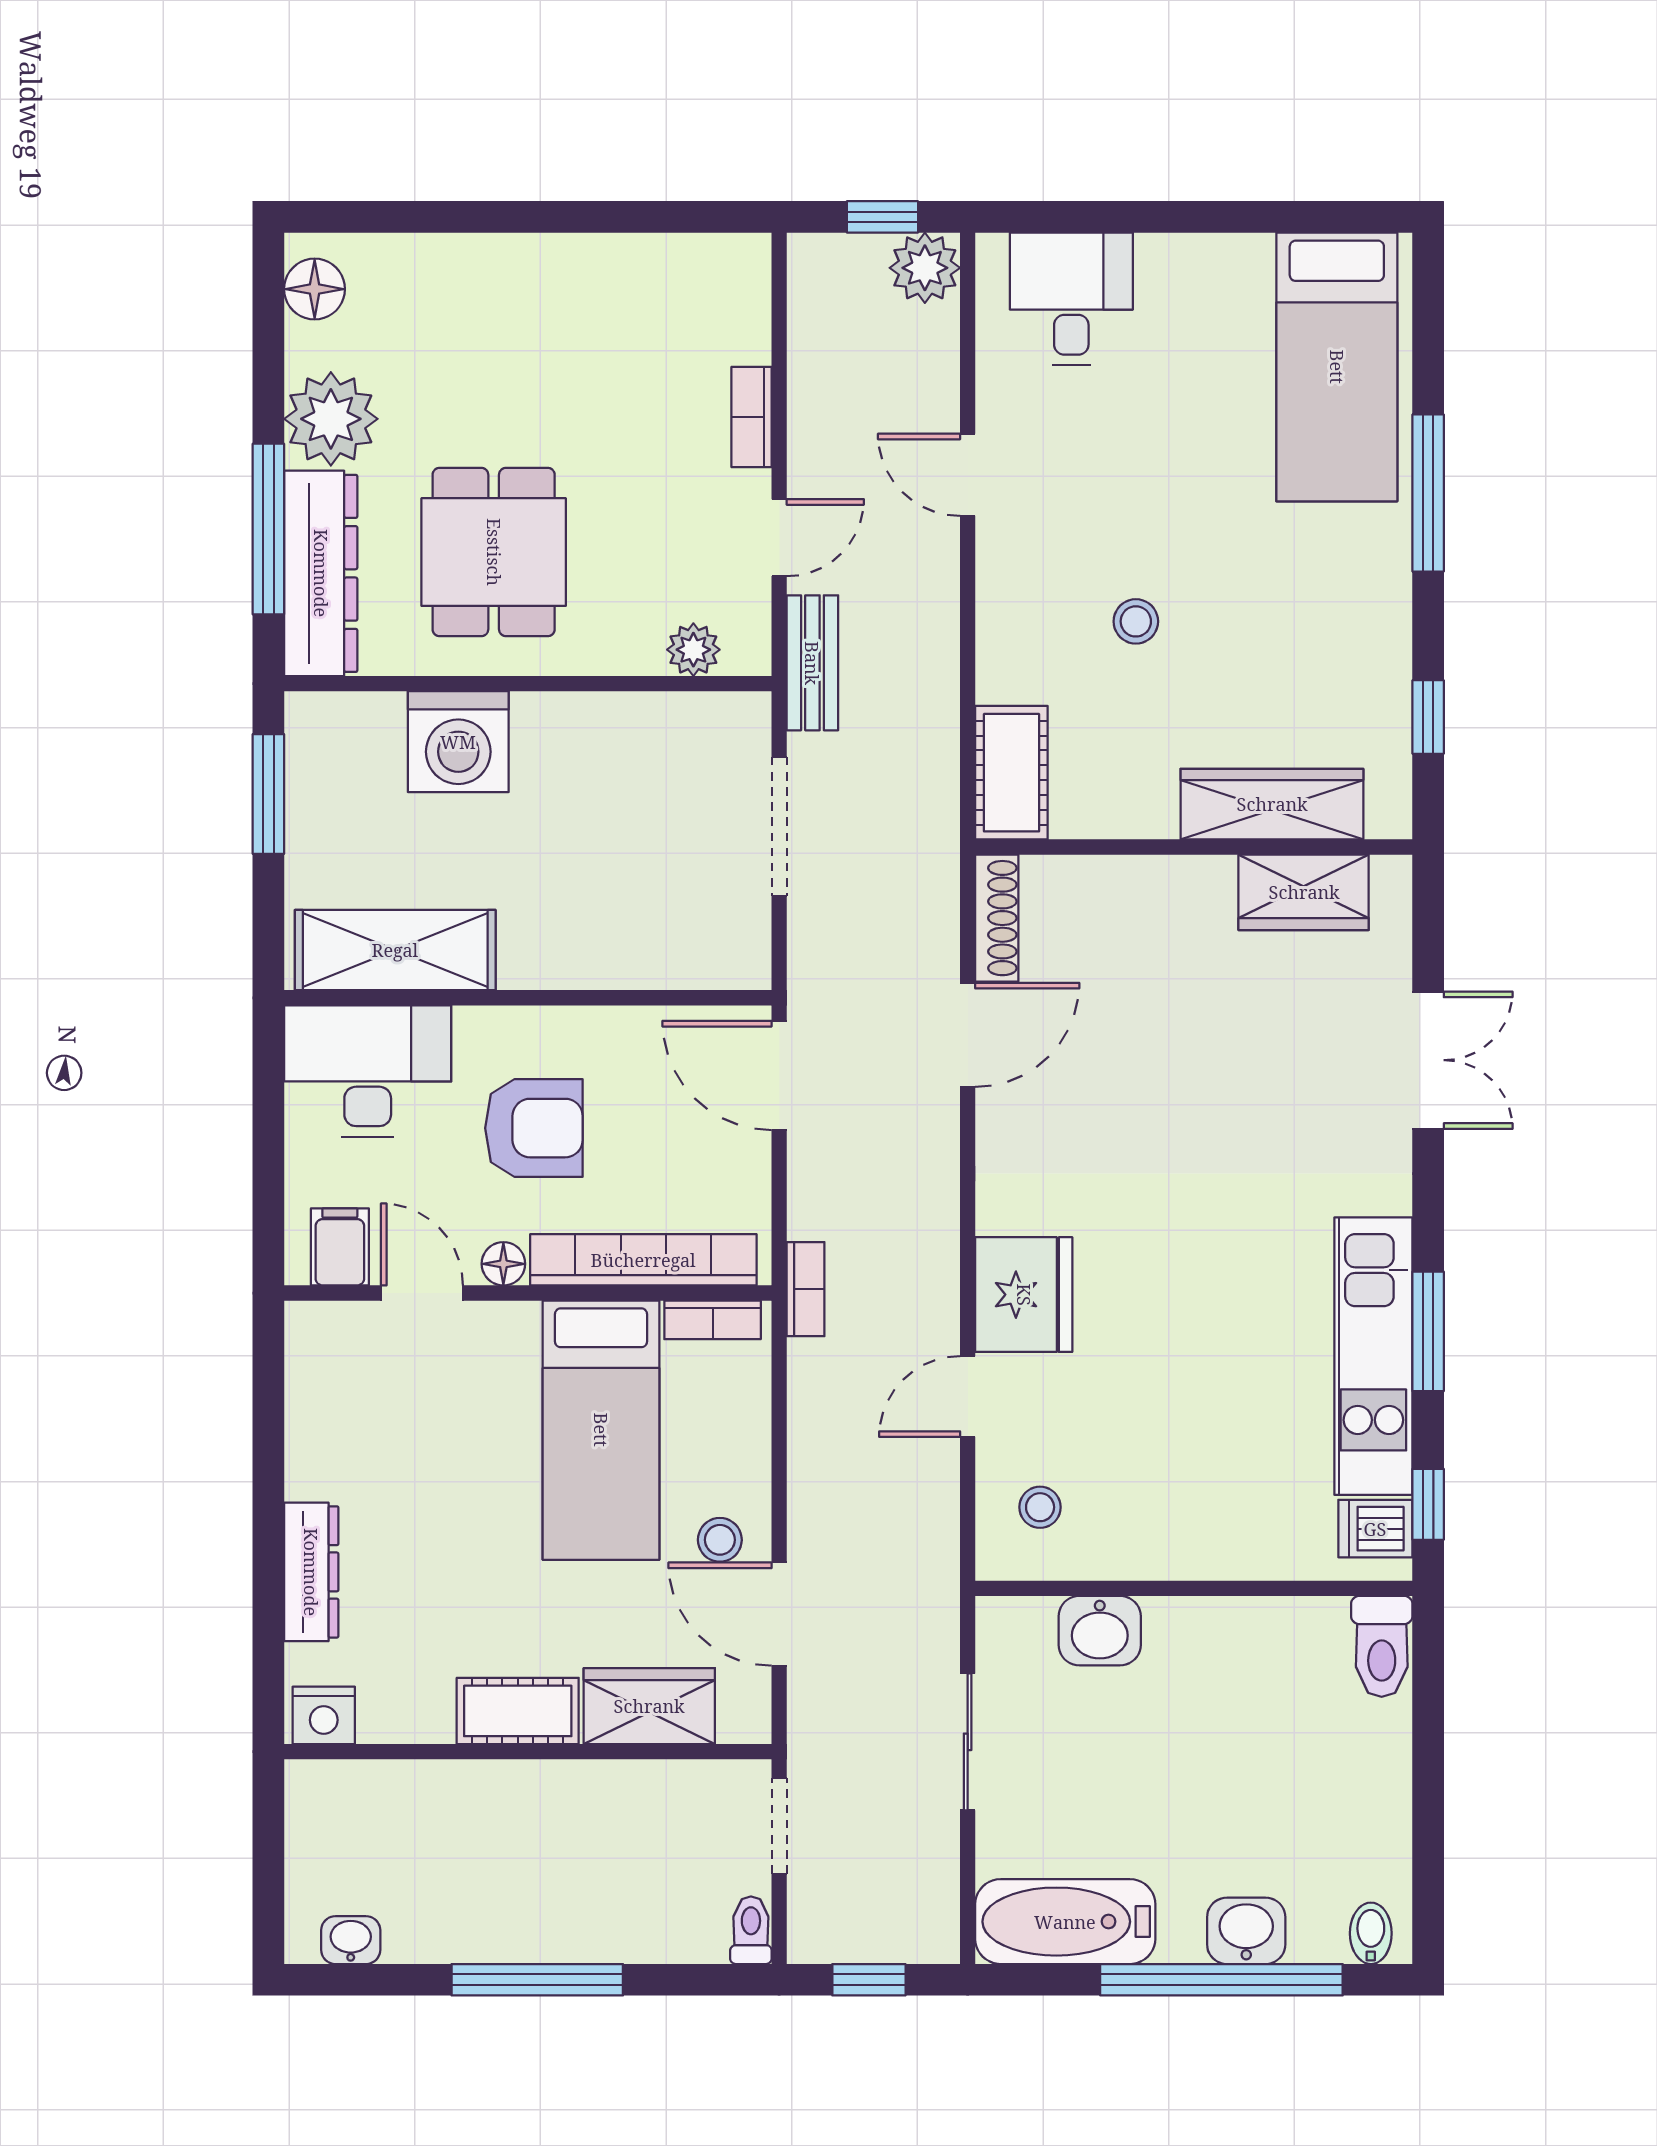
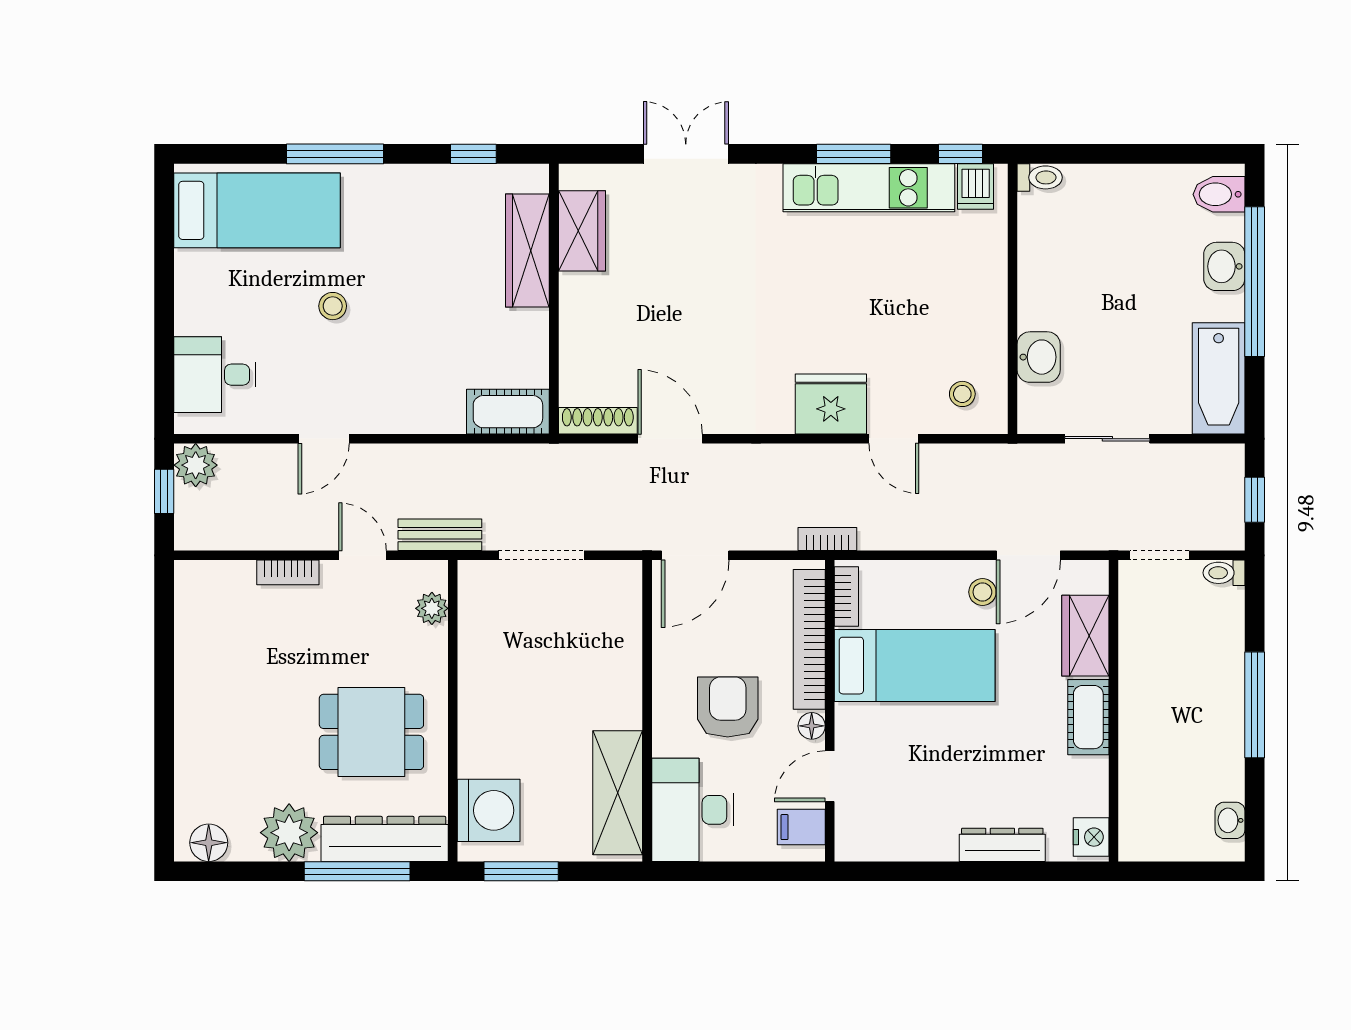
stool: (1136, 621) -> (333, 306), moved
washing machine: (458, 742) -> (489, 810), moved
toilet: (1382, 1646) -> (1040, 177), width x0.73, depth x0.72
bidet: (1371, 1933) -> (1219, 194), width x1.38, depth x1.36

